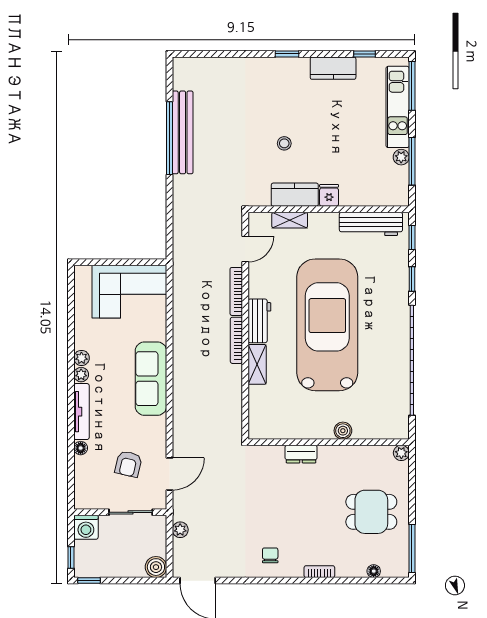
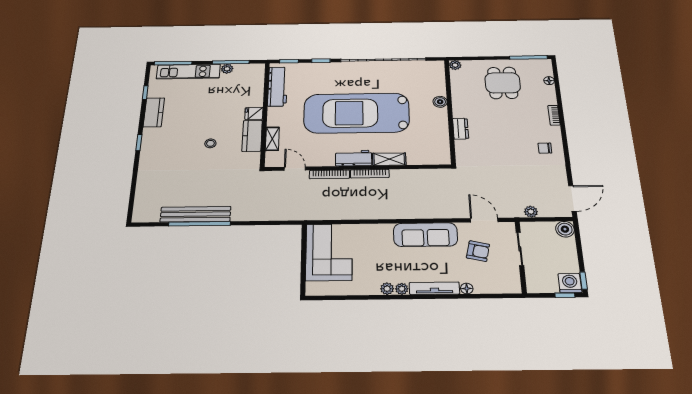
sofa: (151, 379) -> (425, 235), moved
washing machine: (86, 527) -> (570, 283), moved, turned -90

